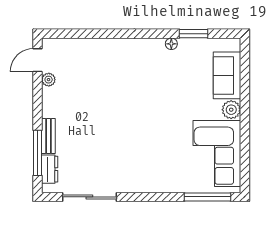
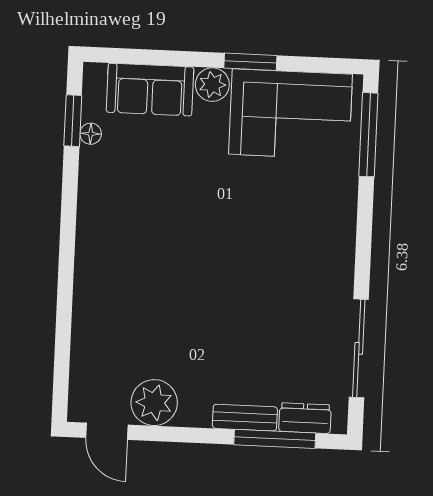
window: (194, 34) -> (73, 121), moved
floor lamp: (171, 44) -> (91, 134), moved
plant: (49, 80) -> (154, 403), width x1.87, depth x1.87
window: (245, 130) -> (250, 62), added

